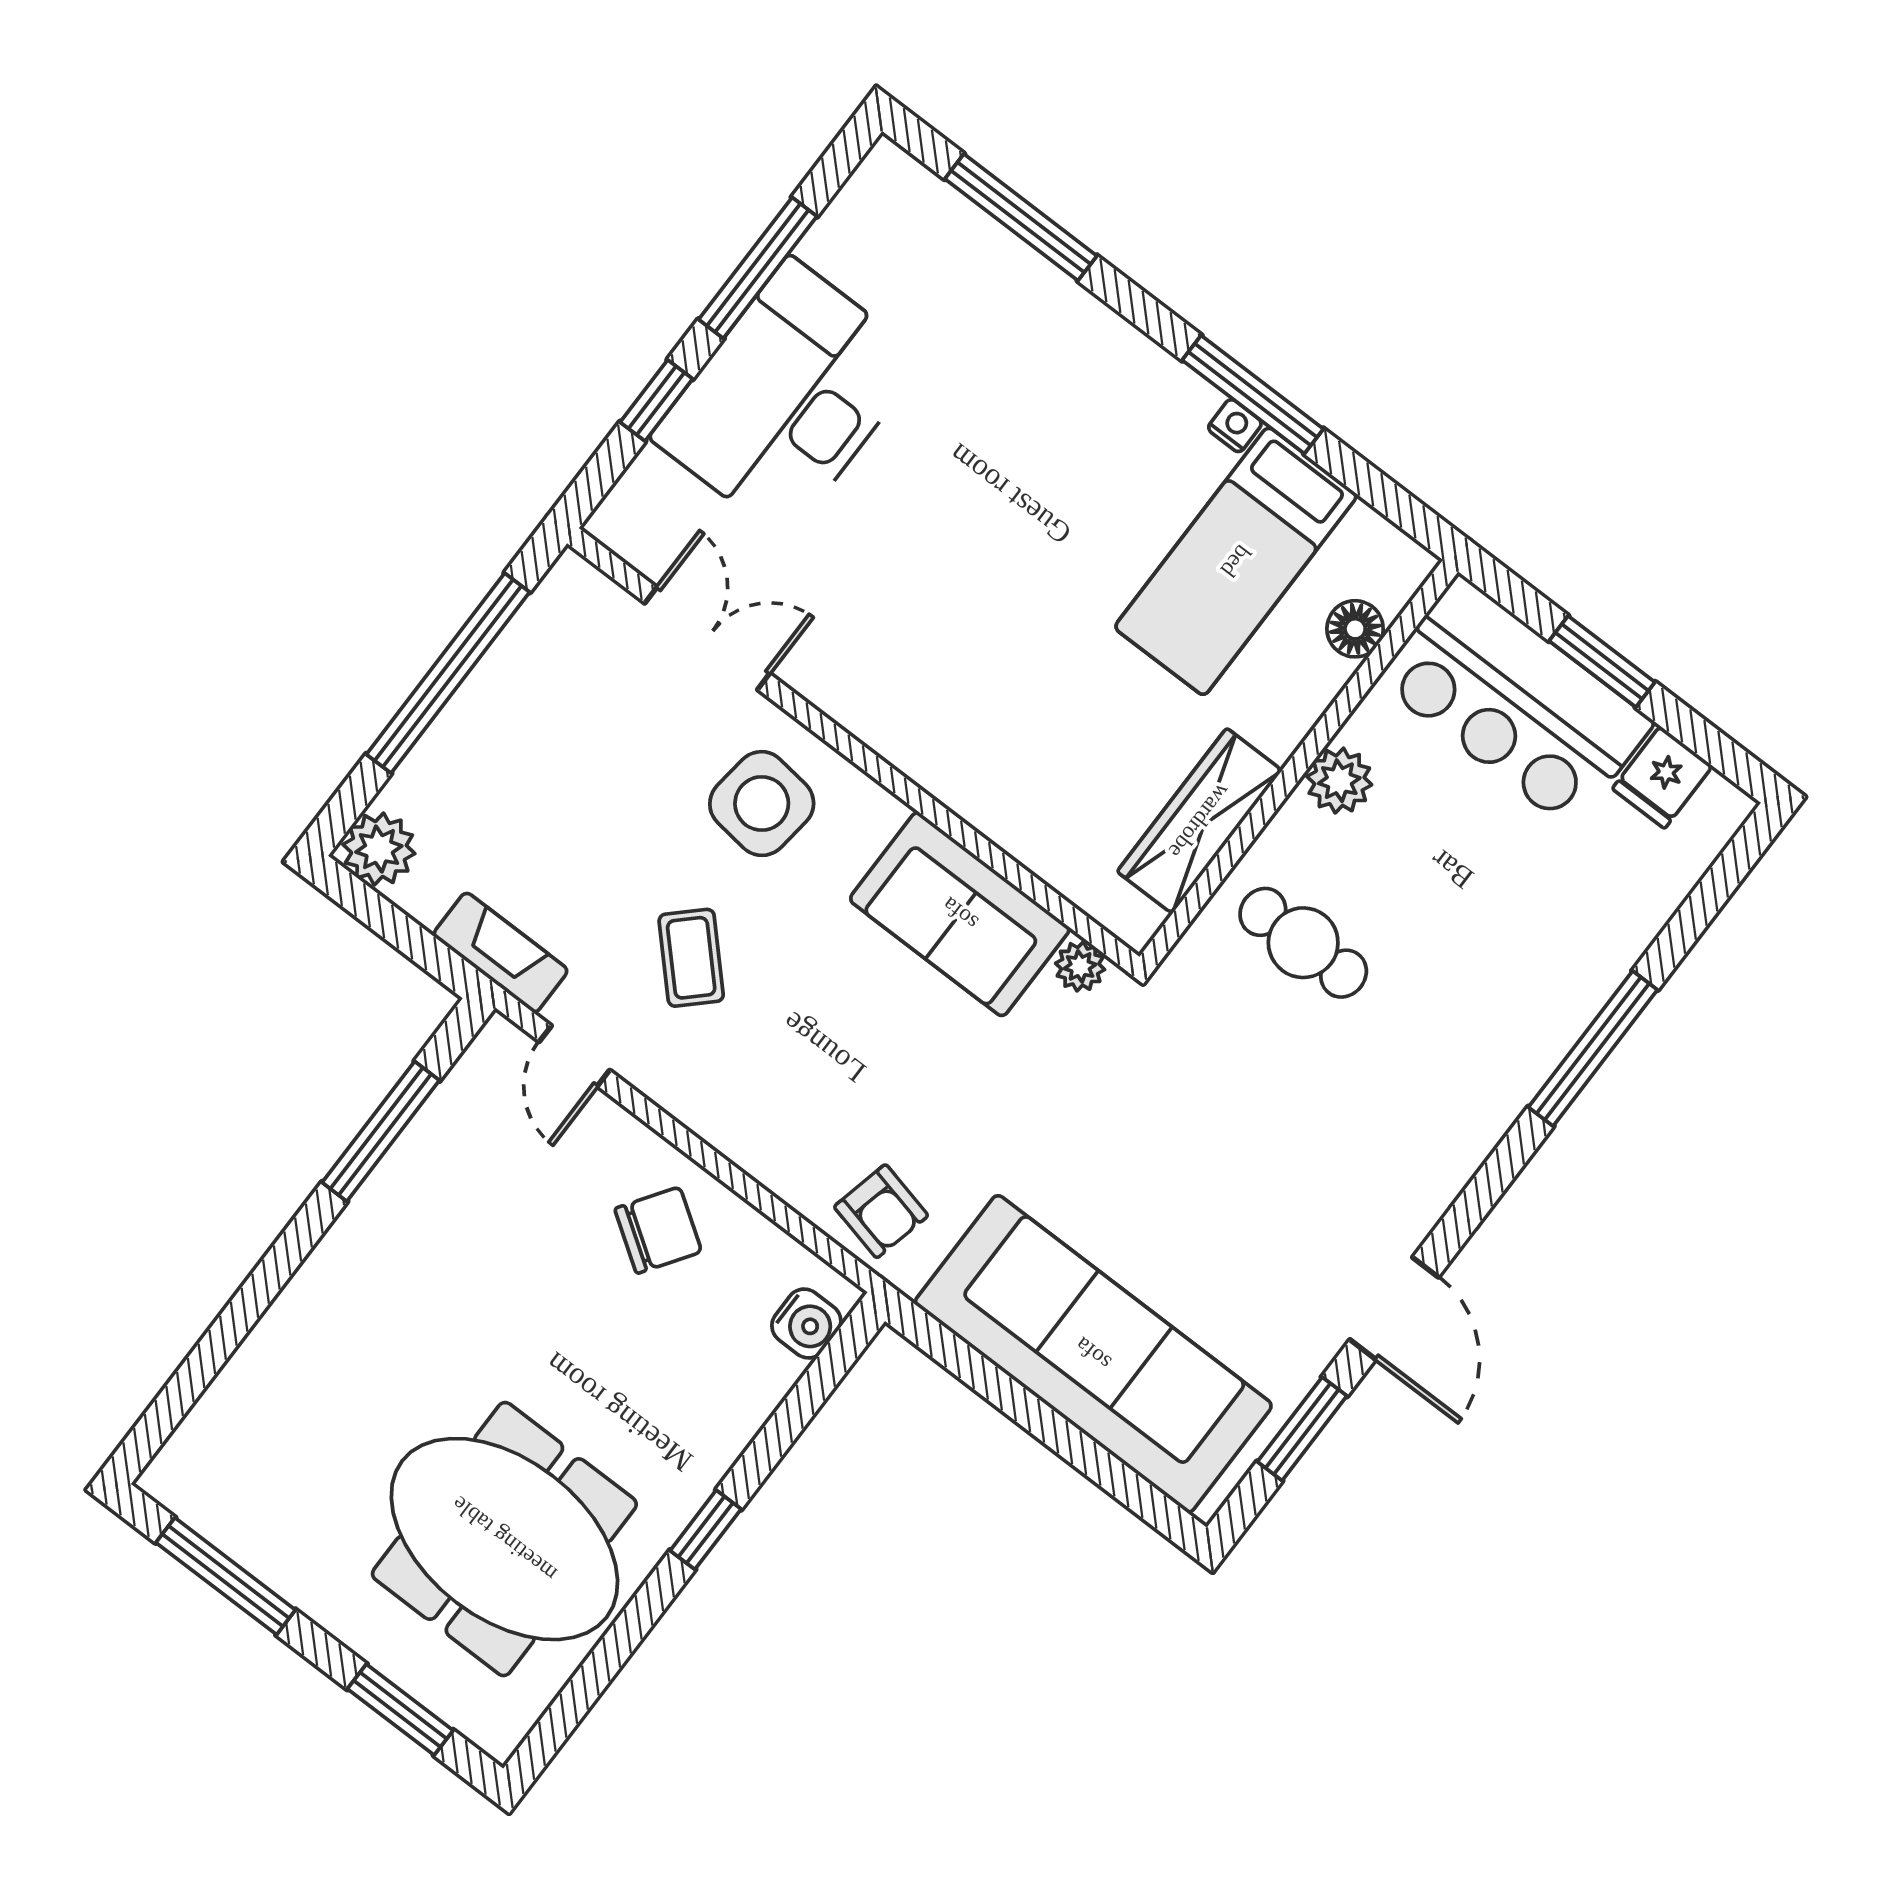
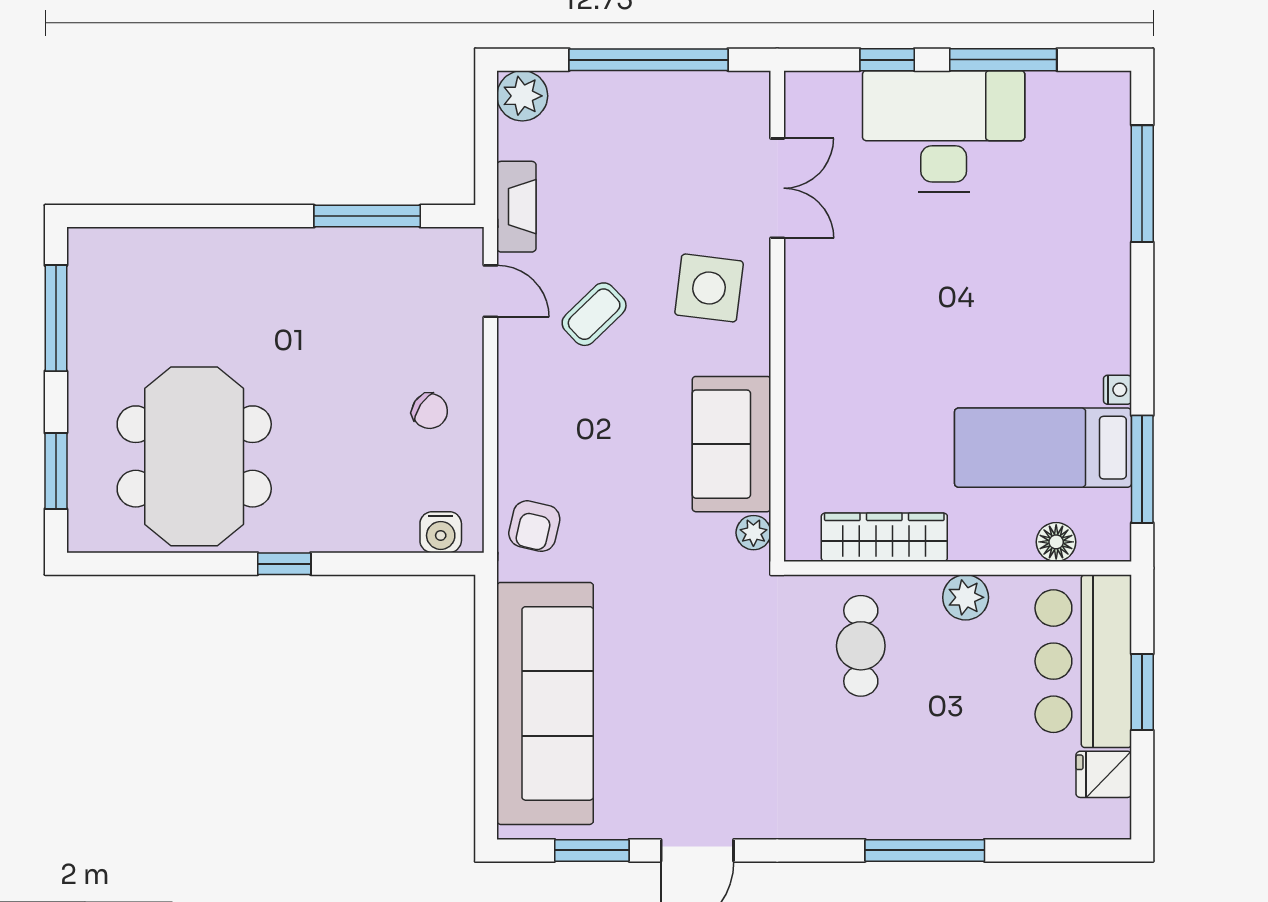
window: (1253, 395) -> (1142, 469), moved
door: (574, 1056) -> (490, 291), swing flipped
chair: (658, 1230) -> (430, 411), width x0.73, depth x0.73

